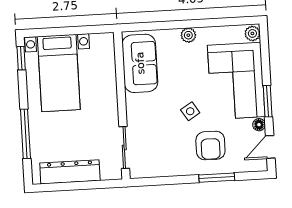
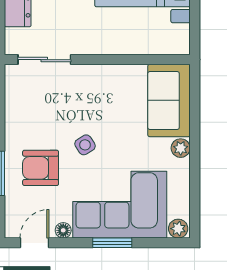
sofa: (140, 63) -> (169, 100), moved, turned 90
window: (268, 101) -> (112, 243), moved
door: (270, 147) -> (34, 243), hinge flipped

